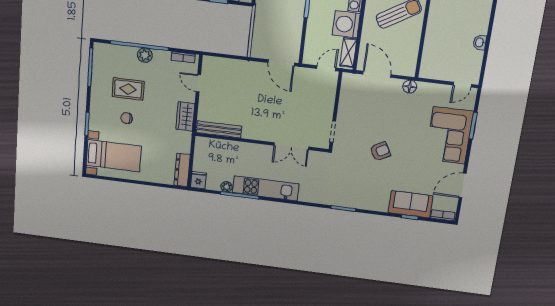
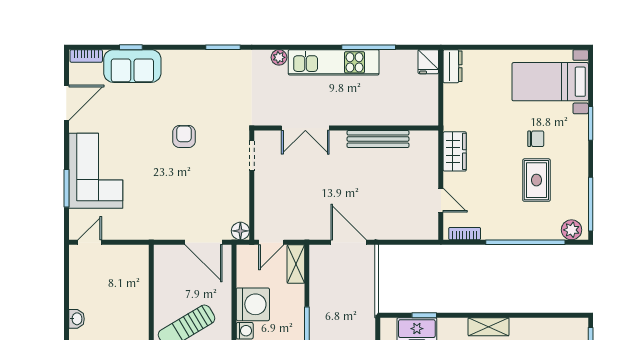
washbasin: (480, 42) -> (77, 319), moved
shelving: (348, 53) -> (296, 264), moved
plant: (145, 55) -> (572, 230), moved
door: (281, 63) -> (349, 242), moved
floor lamp: (410, 87) -> (240, 231), moved
rug: (128, 89) -> (536, 180), turned 90
bench: (219, 129) -> (378, 139), moved
double door: (291, 146) -> (305, 128), swing flipped
armchair: (380, 151) -> (184, 137), turned 119
dresser: (182, 170) -> (453, 66), width x0.70
plant: (227, 187) -> (279, 57), moved

